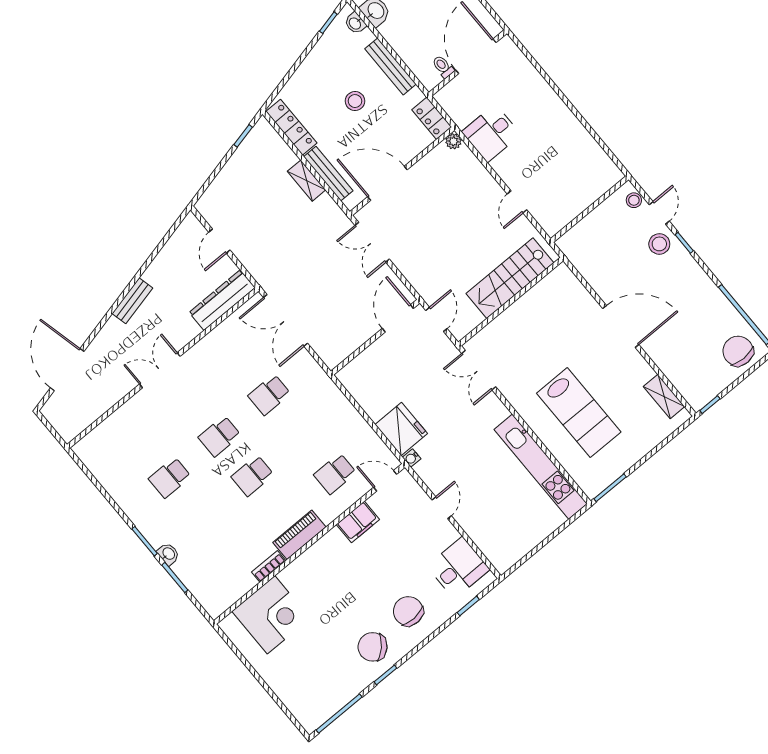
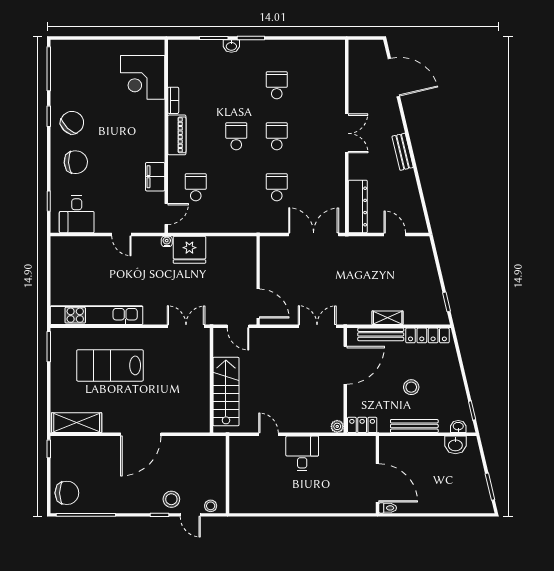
toilet: (443, 67) -> (388, 508), moved
desk: (491, 133) -> (302, 453), moved
shelving: (664, 396) -> (77, 423), width x1.50, depth x1.33

